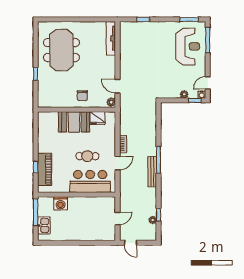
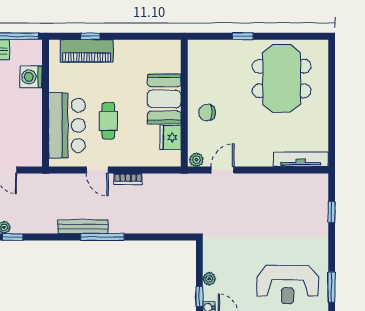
meeting table: (61, 50) -> (282, 78), turned 90

